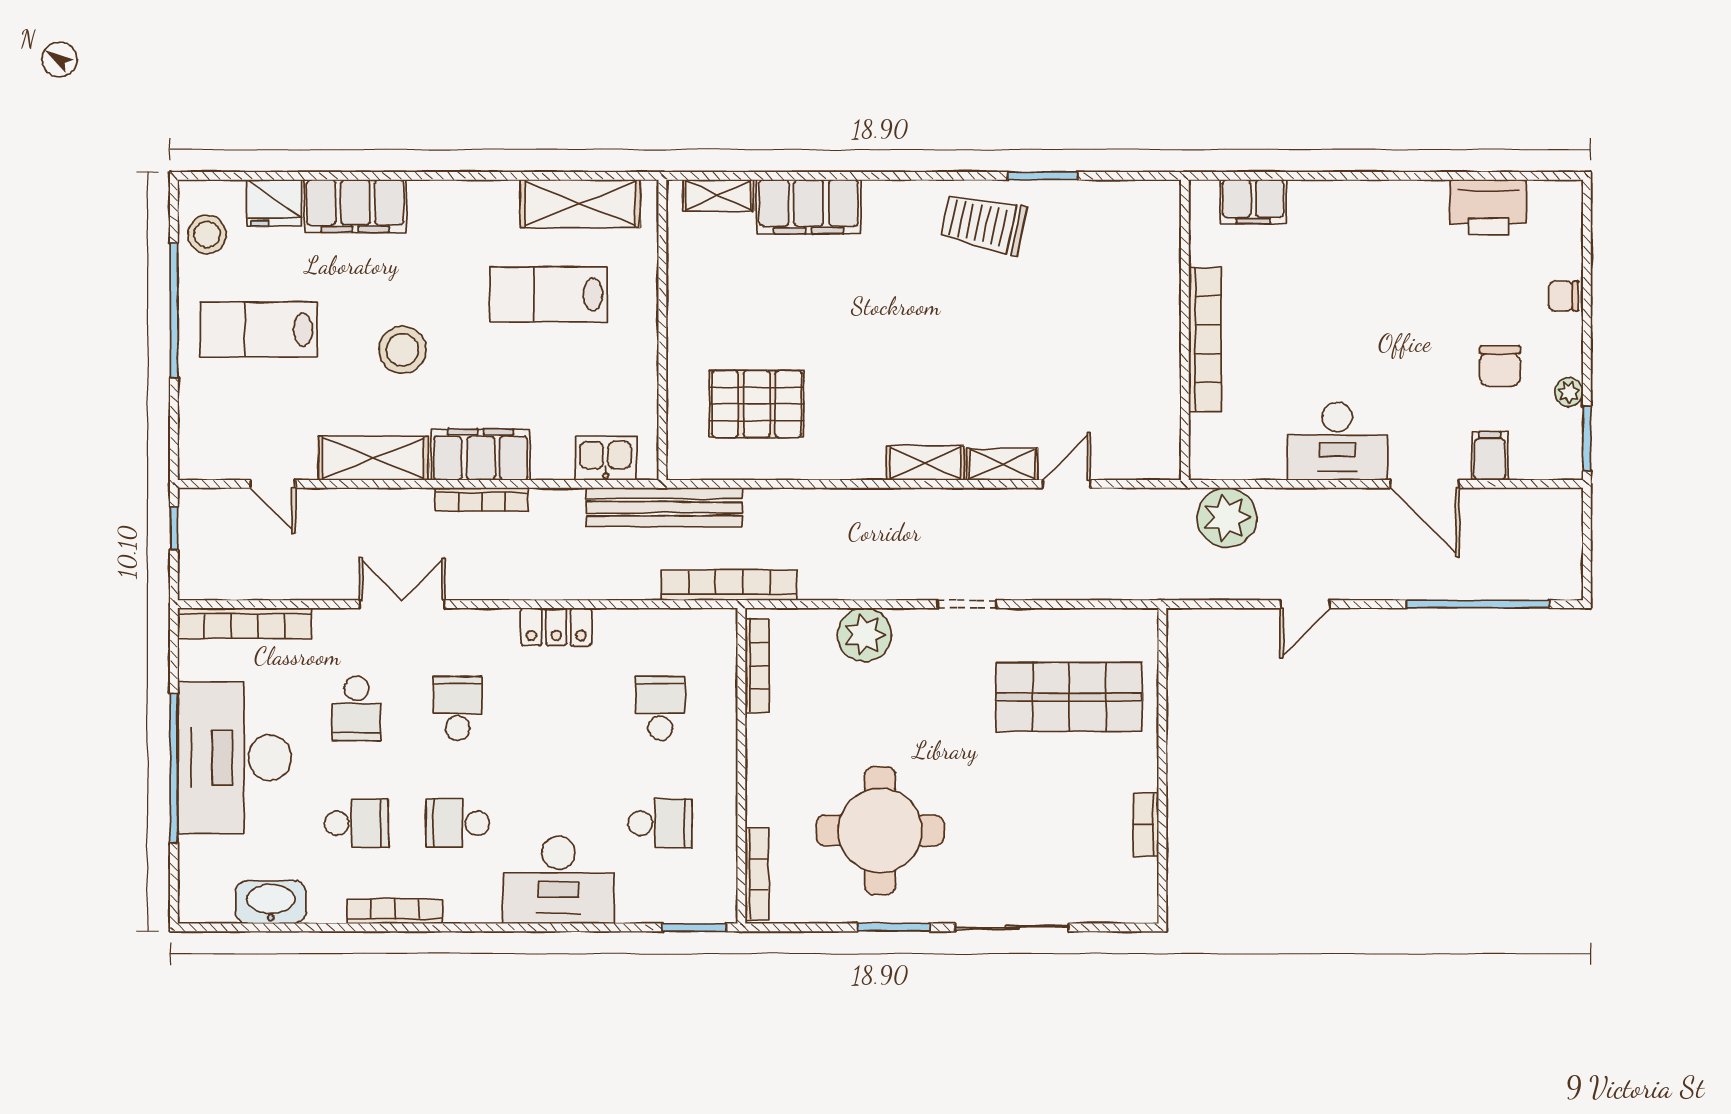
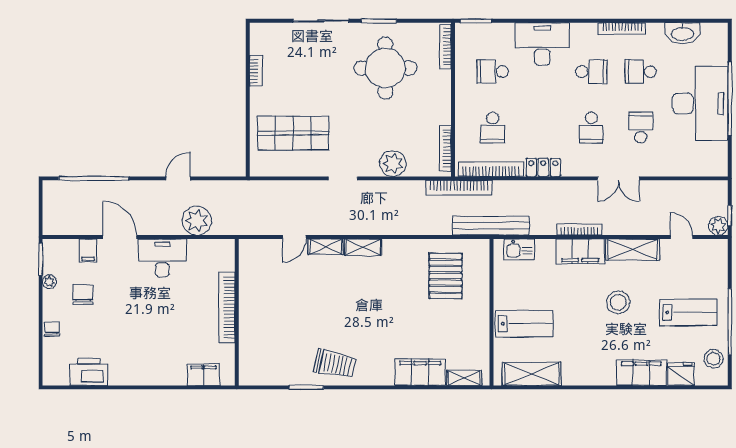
lab bench: (548, 294) -> (524, 324), moved
chair: (1564, 296) -> (52, 329), turned -90
pallet: (757, 404) -> (446, 276), turned 90
plant: (197, 507) -> (718, 226), added
plant: (1227, 518) -> (197, 221), moved
bookcase: (245, 623) -> (491, 169), moved

